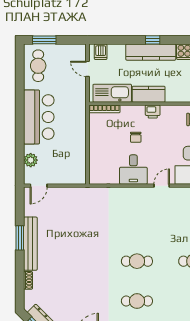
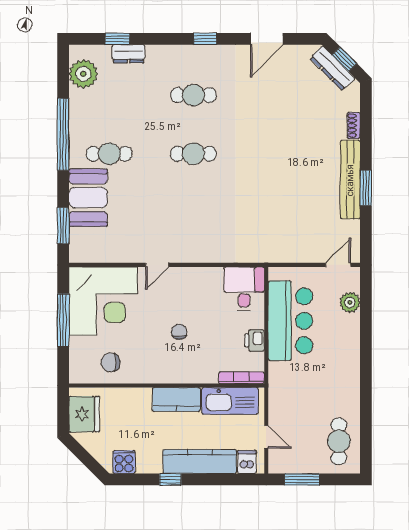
window: (44, 40) -> (302, 479), moved
kitchen counter: (151, 52) -> (200, 461), moved
printer: (153, 112) -> (255, 340), moved, turned -90
bar counter: (39, 117) -> (290, 321), moved, turned 180
chair: (136, 137) -> (179, 332), moved
desk: (133, 170) -> (244, 289), moved

